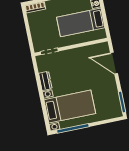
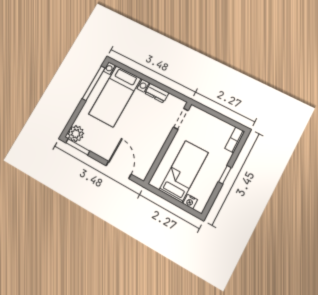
door: (114, 63) -> (119, 170), hinge flipped
plant: (115, 111) -> (76, 134), added

